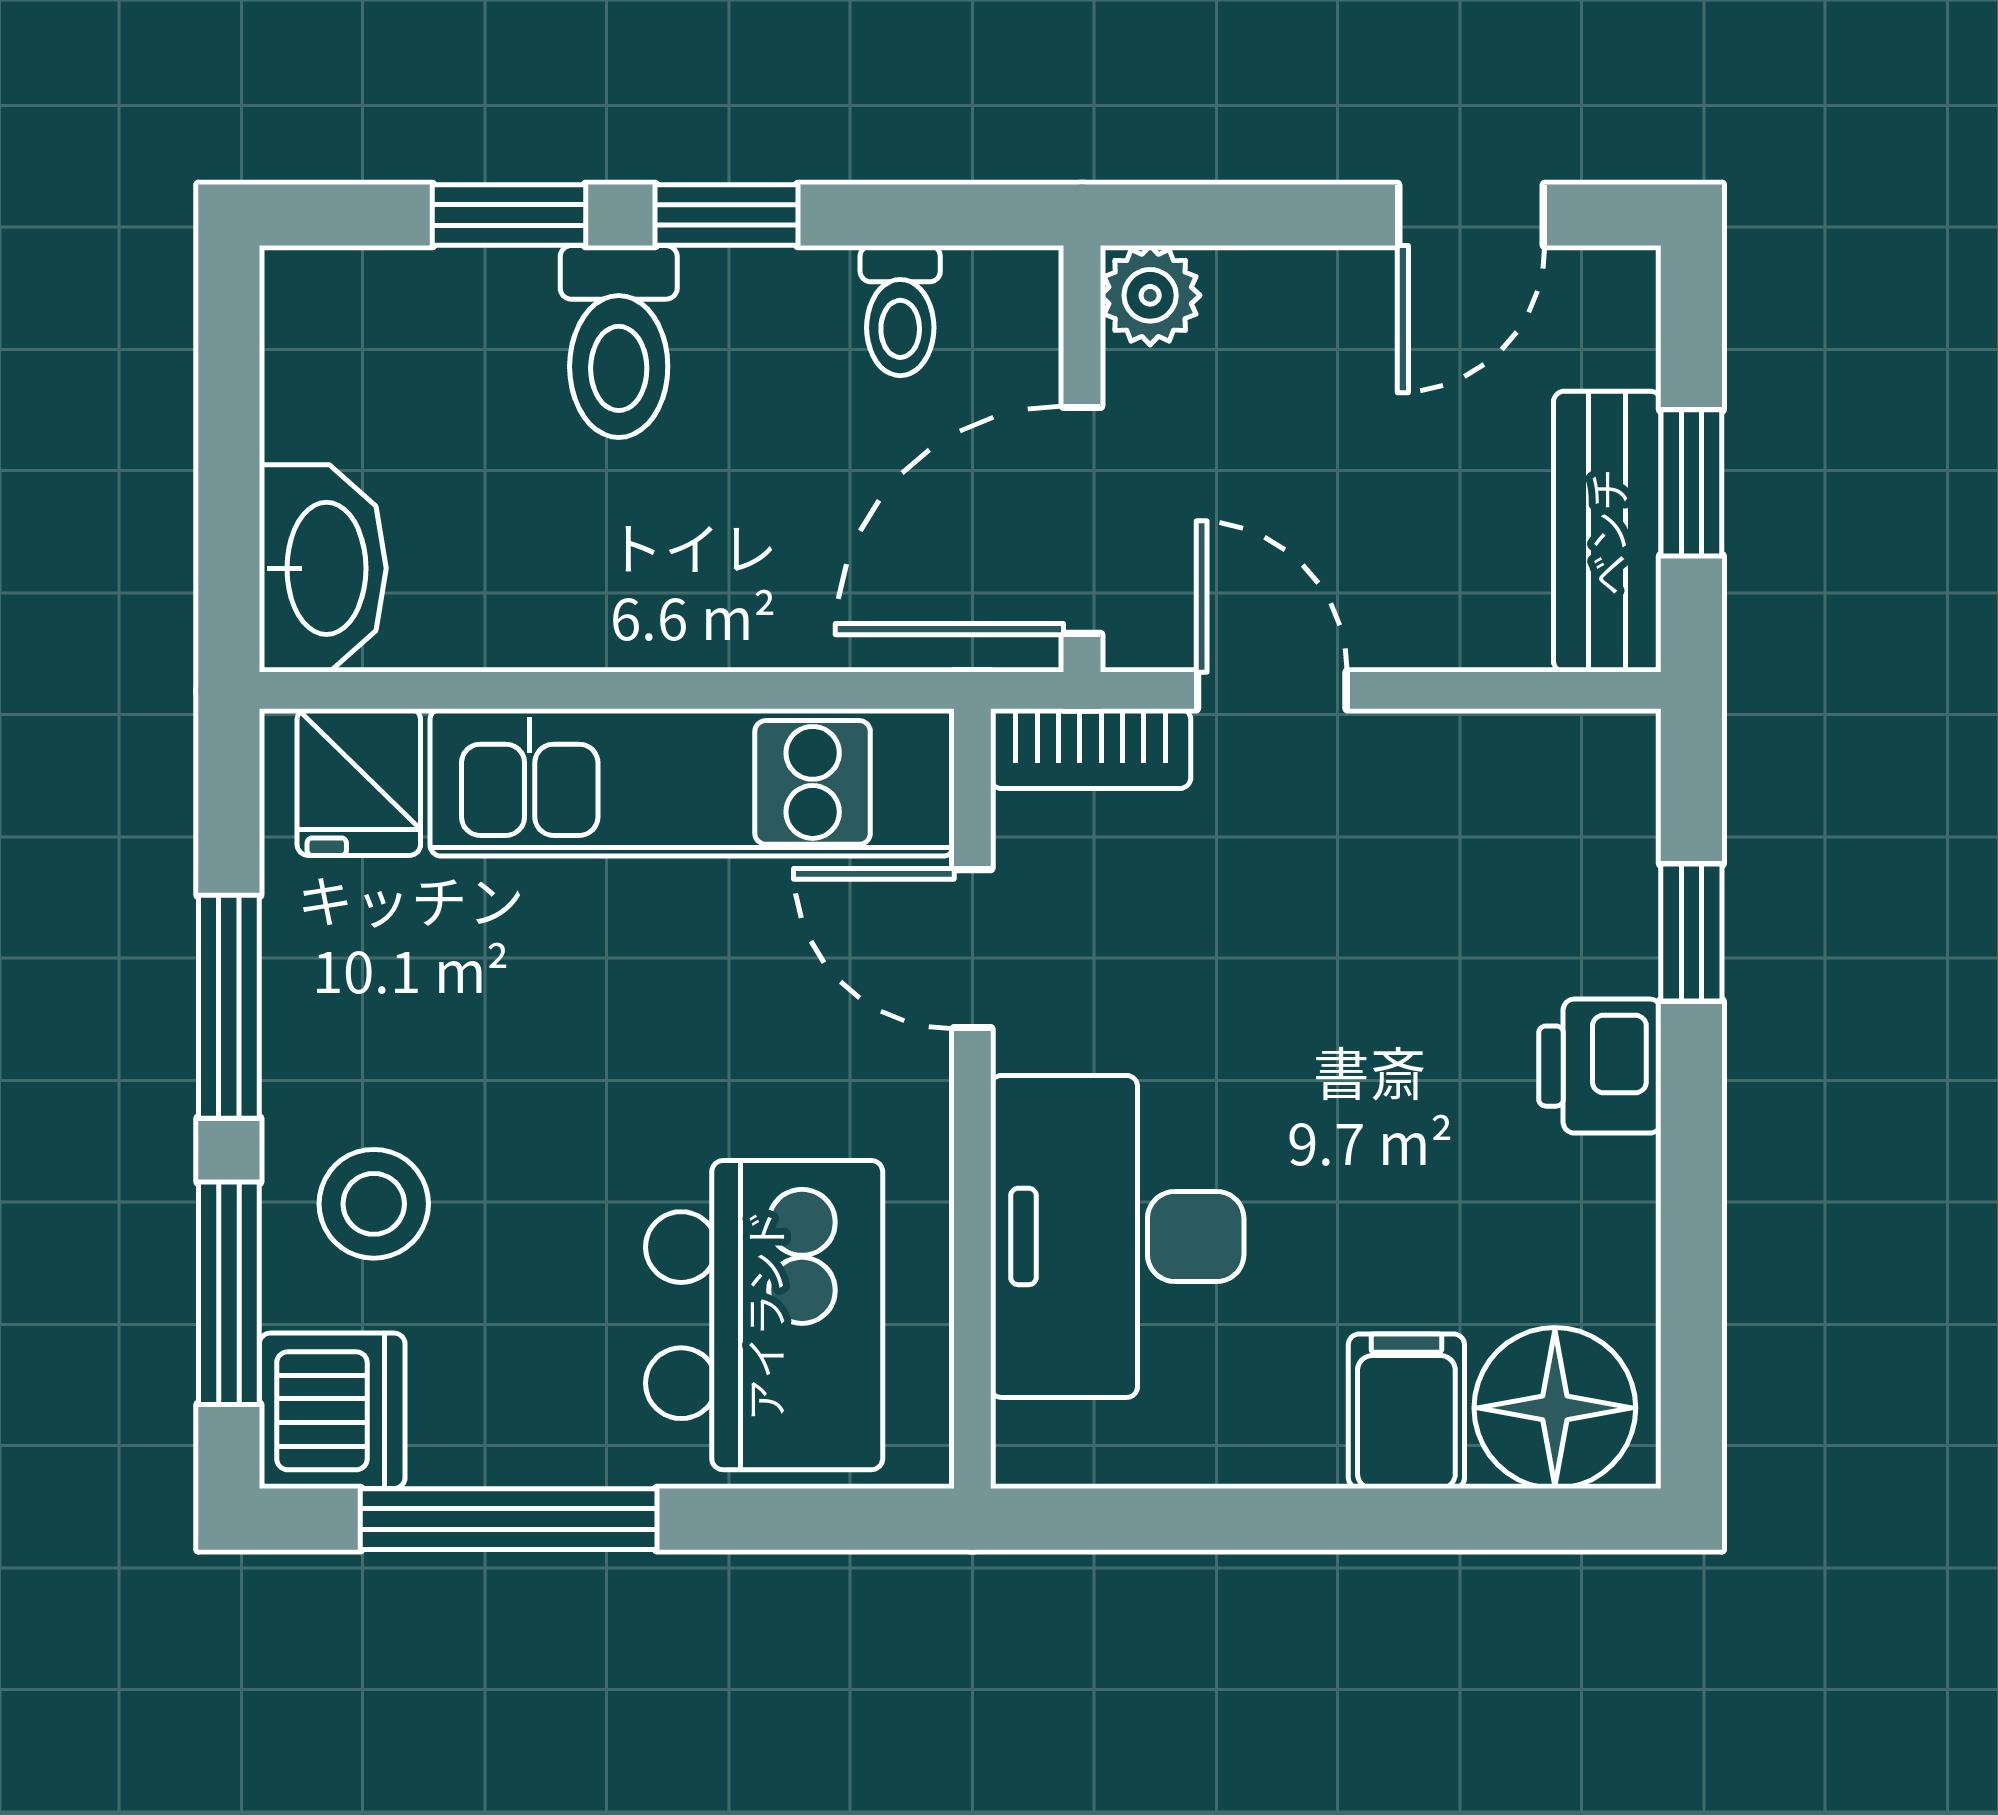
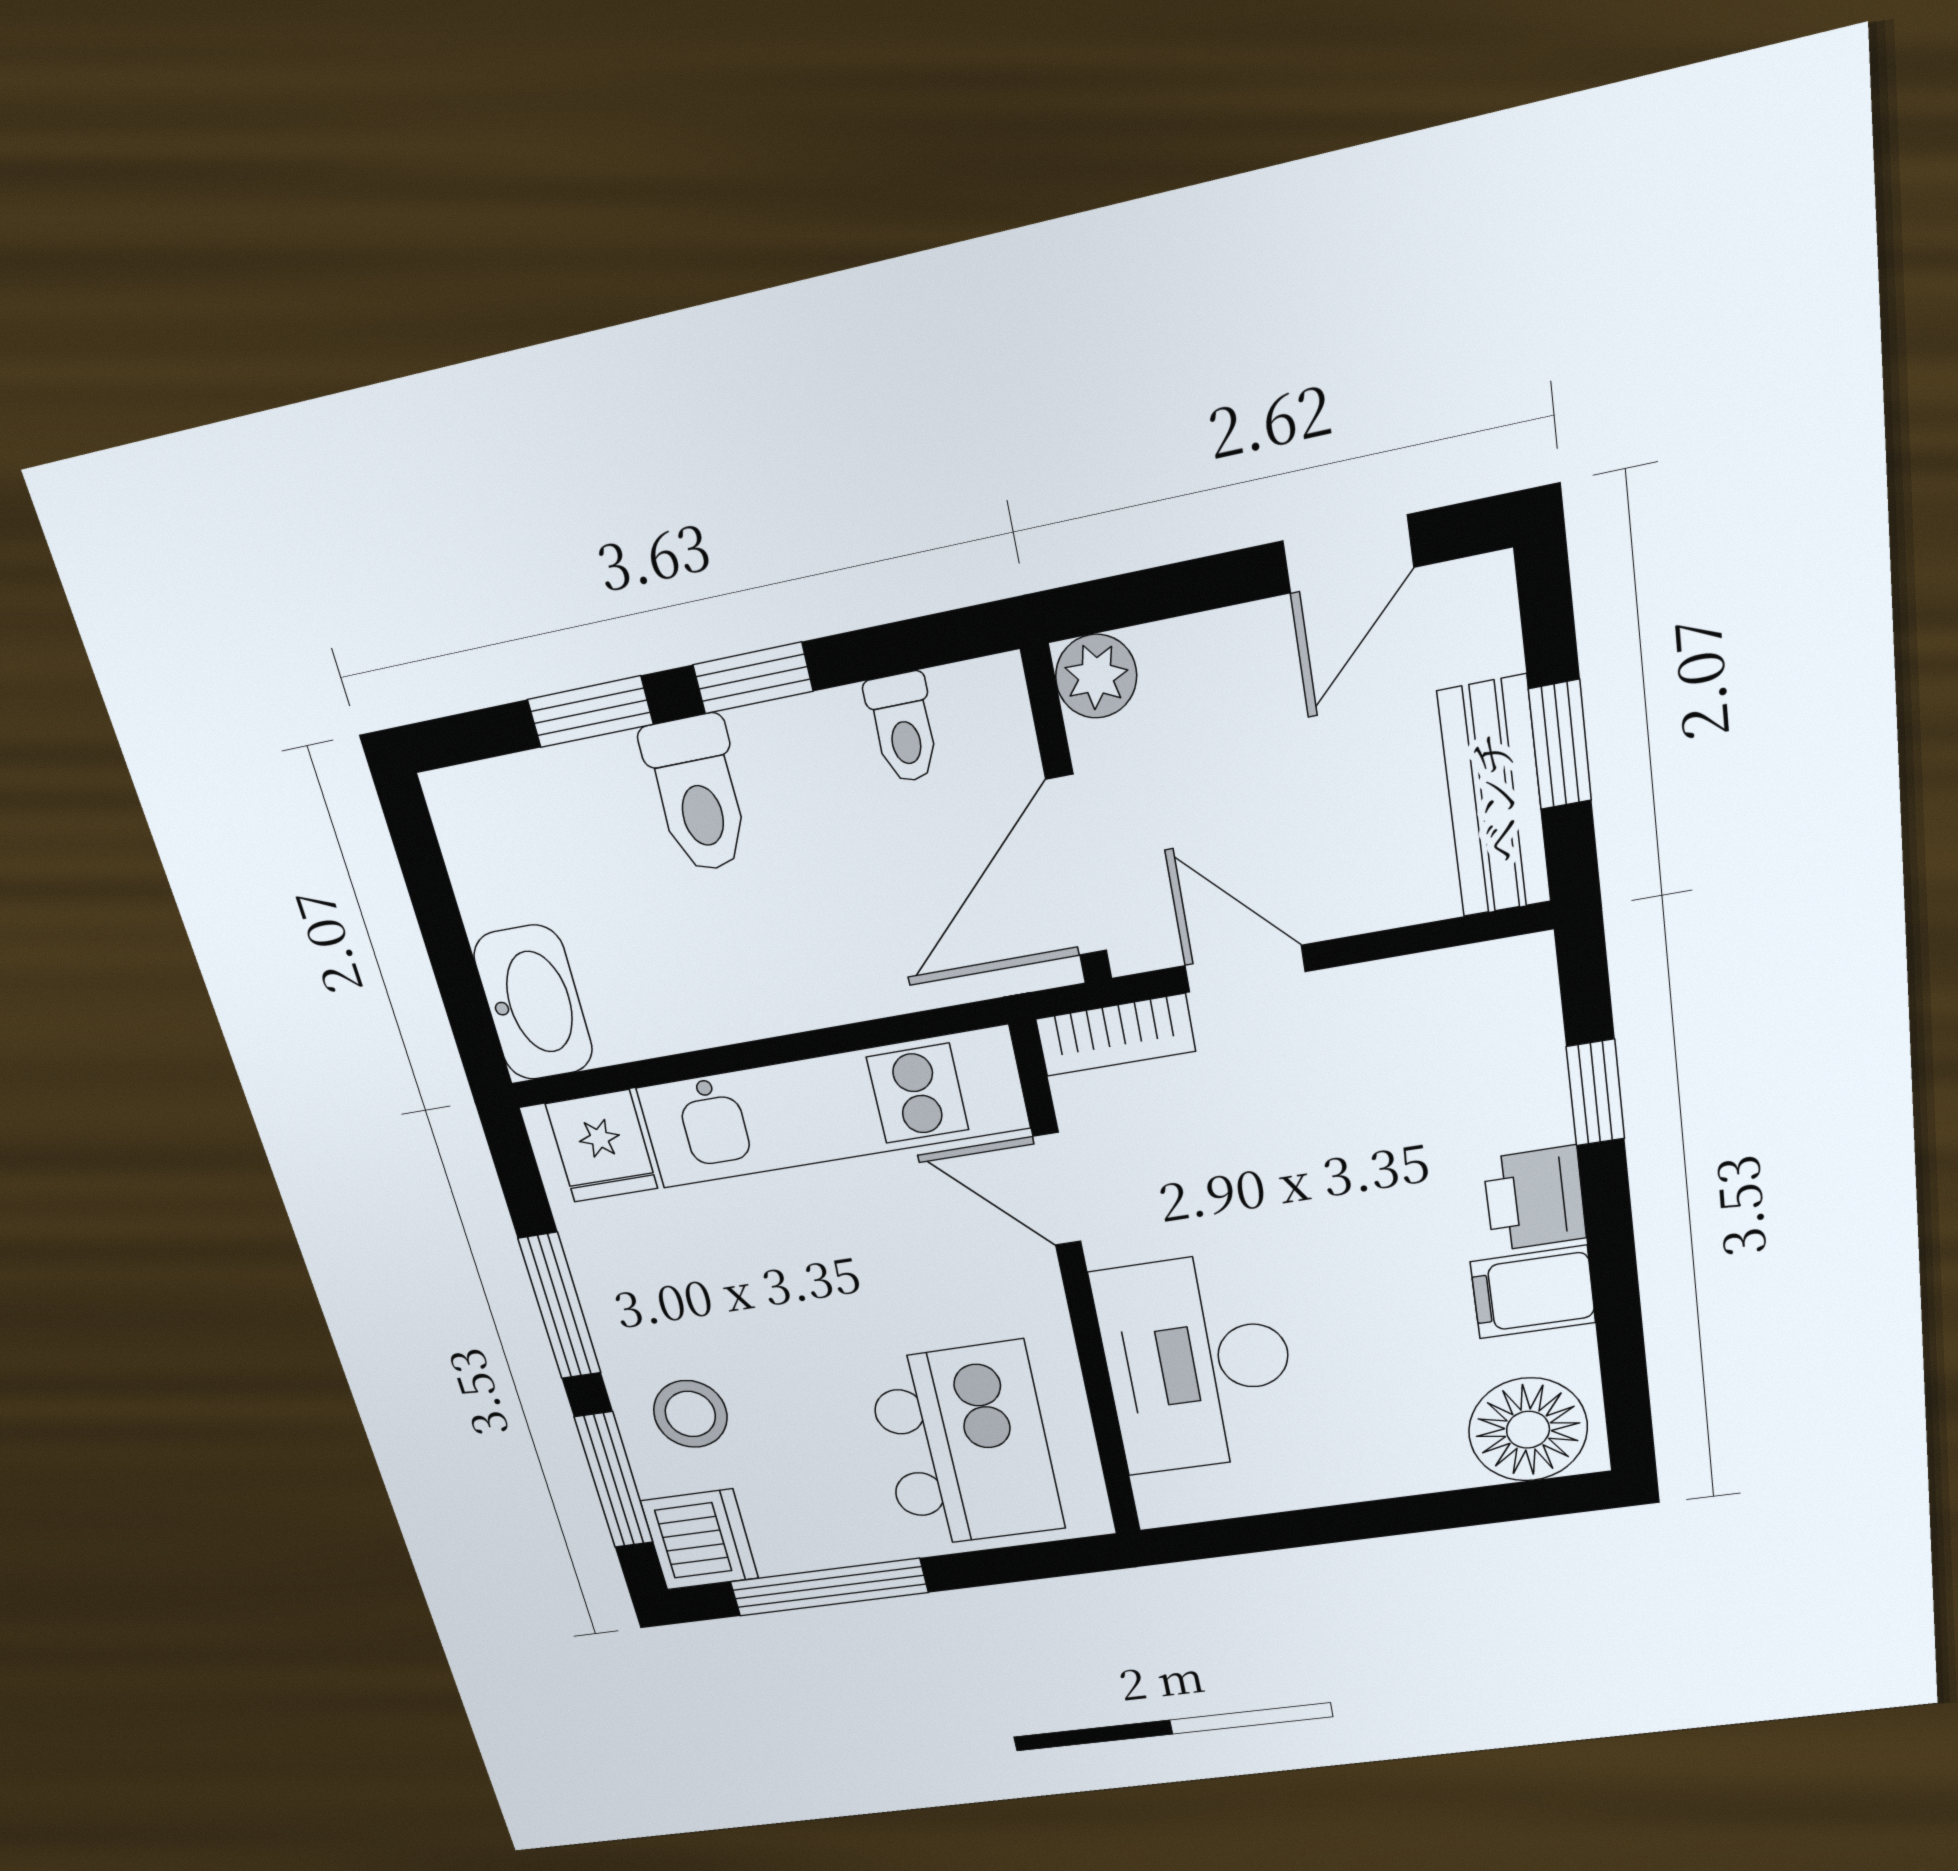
filing cabinet: (1406, 1411) -> (1533, 1292), moved, turned -90

